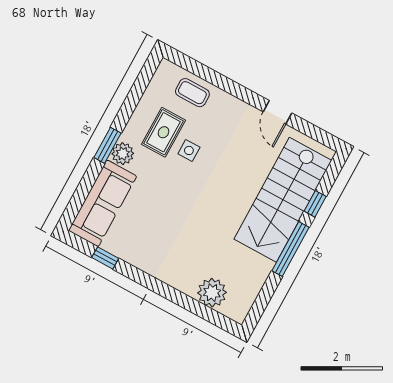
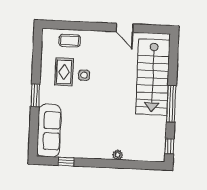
plant: (123, 154) -> (46, 96), removed
window: (315, 204) -> (169, 146), moved
plant: (212, 293) -> (118, 155), moved, width x0.53, depth x0.53

